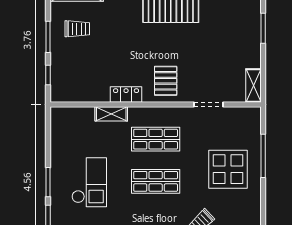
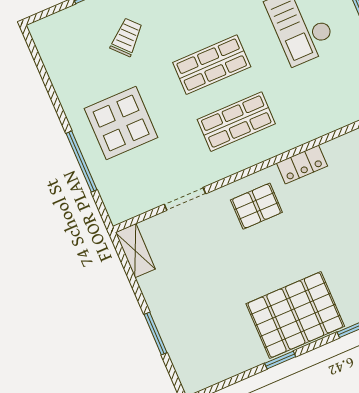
pallet: (166, 81) -> (256, 206), turned 90
shelving: (111, 114) -> (311, 130), removed

